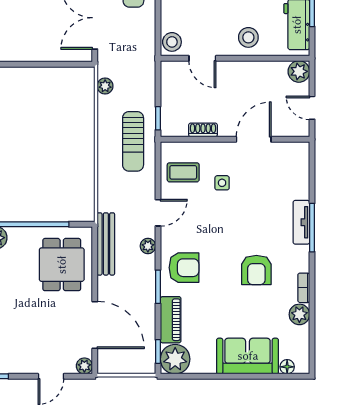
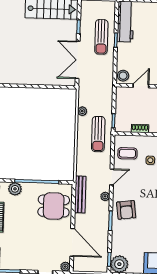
door: (202, 58) -> (141, 86), swing flipped
plant: (105, 86) -> (82, 111), moved
dining table: (62, 265) -> (54, 206), turned 90
armchair: (184, 268) -> (126, 210), turned 83
piano: (171, 320) -> (117, 241), removed

